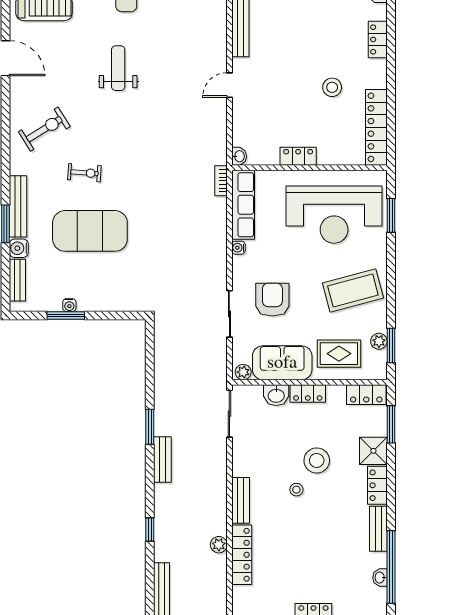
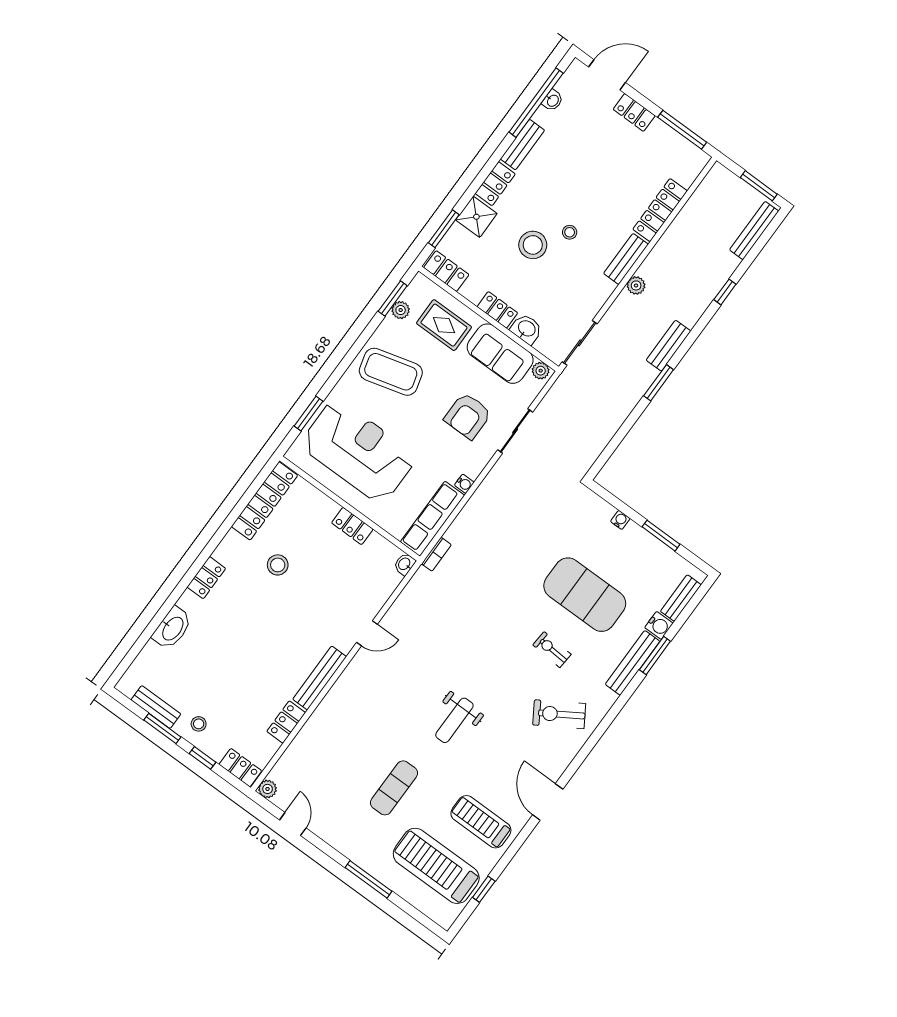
water cooler: (69, 305) -> (620, 520), moved
plant: (219, 545) -> (636, 285), moved

